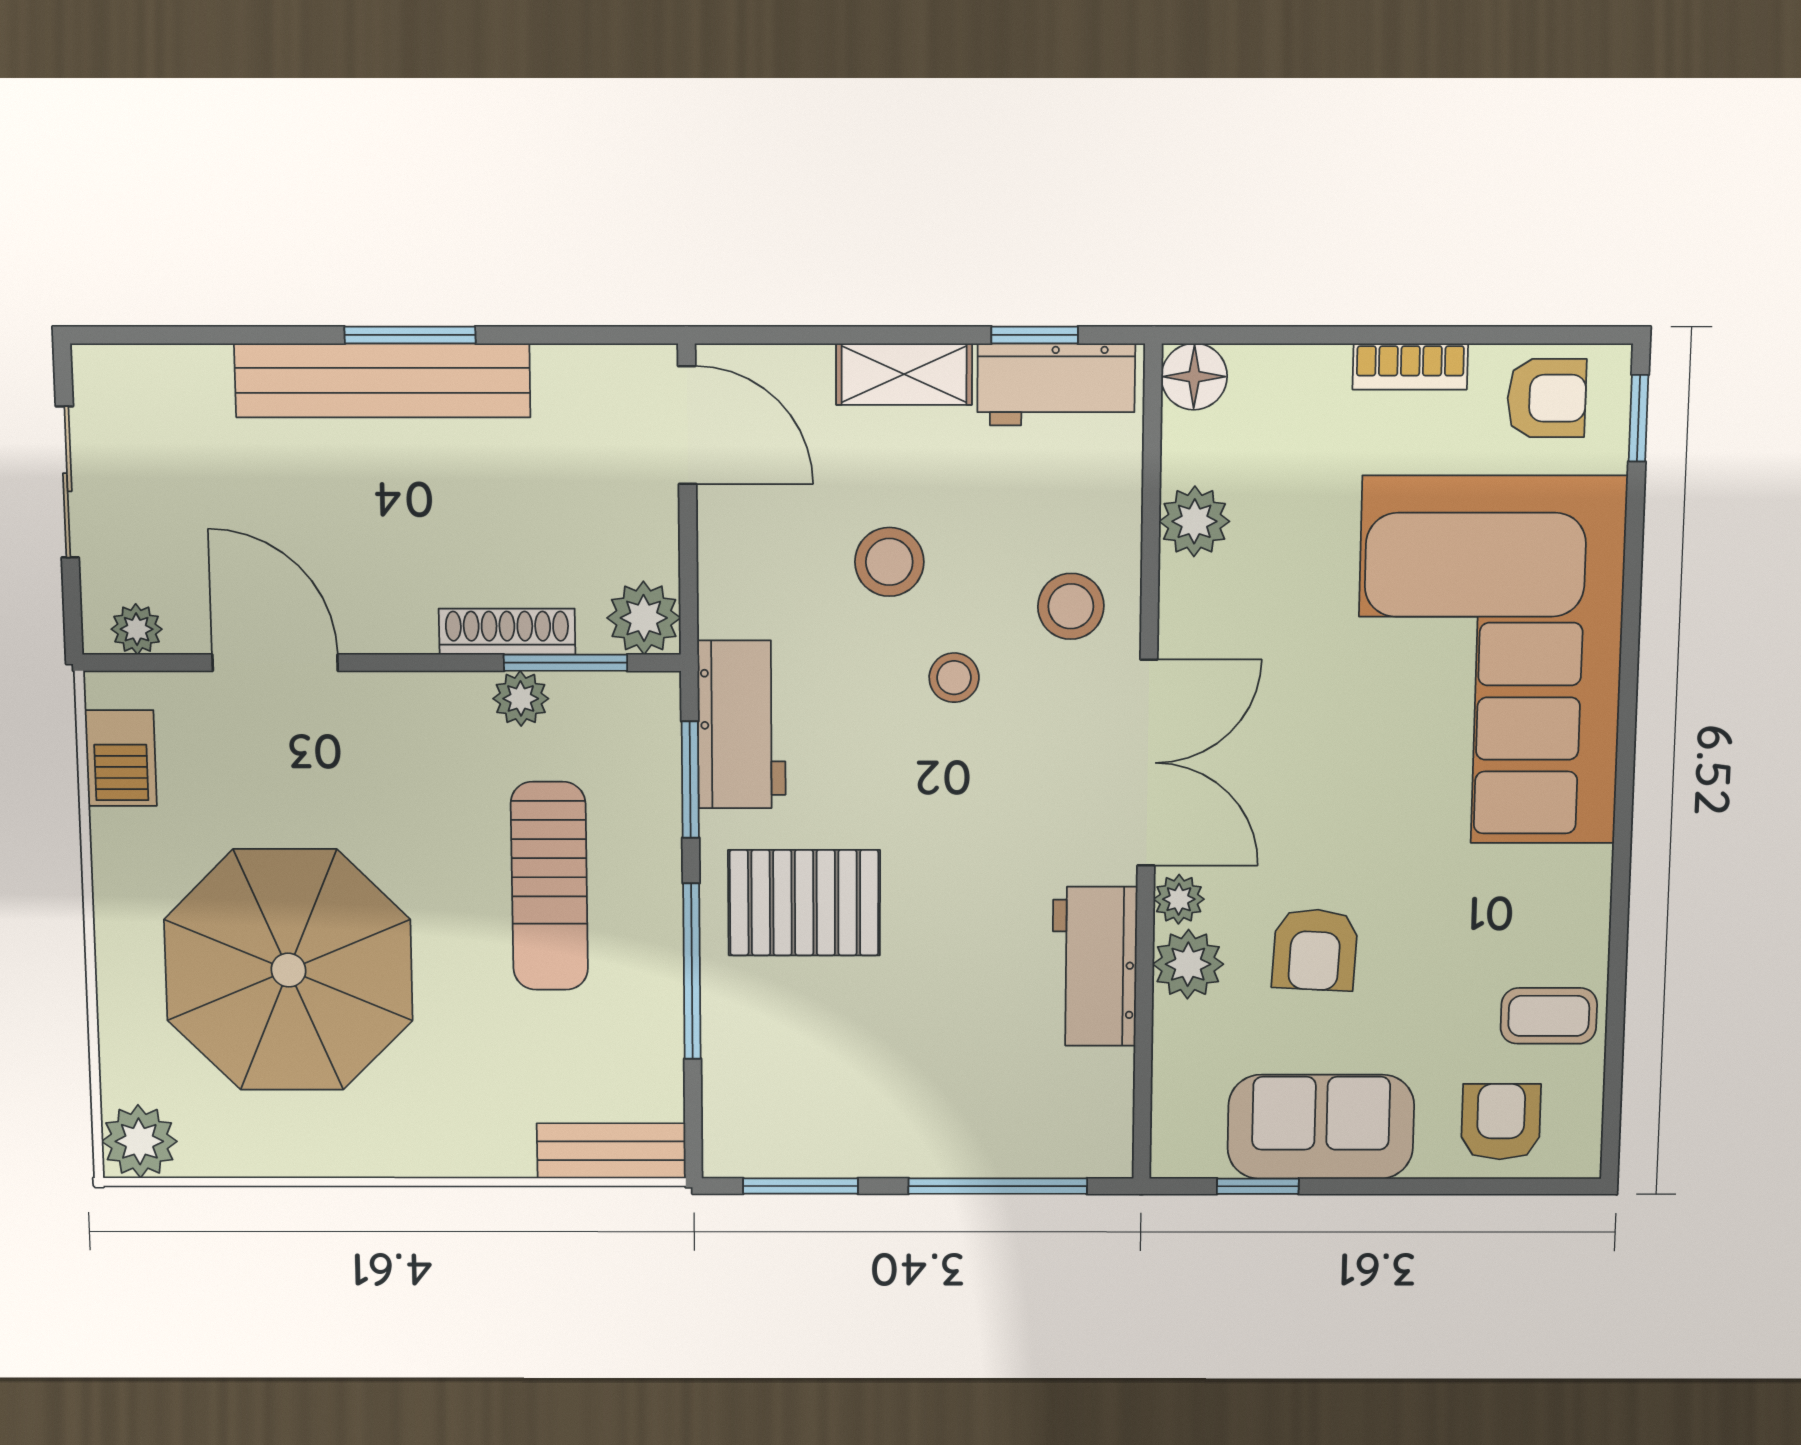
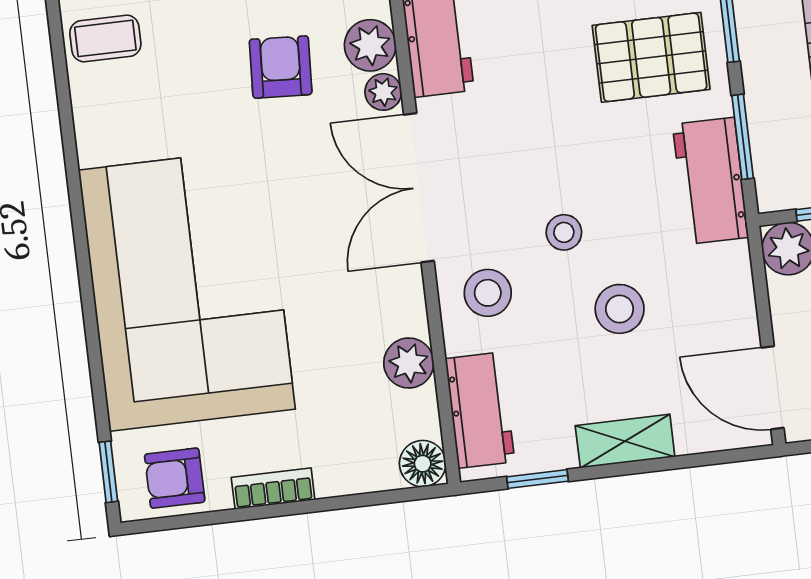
workbench: (1056, 384) -> (480, 410), moved, turned 90

